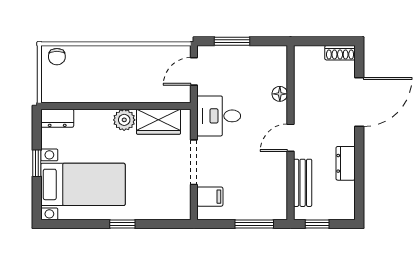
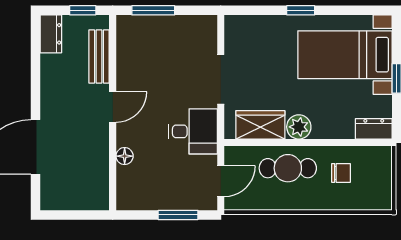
shoe rack: (340, 53) -> (57, 202), removed
chair: (57, 57) -> (341, 173), moved, turned 90
cafe table: (134, 83) -> (288, 168), added
dresser: (346, 163) -> (51, 34), moved
filing cabinet: (210, 197) -> (203, 41), removed

